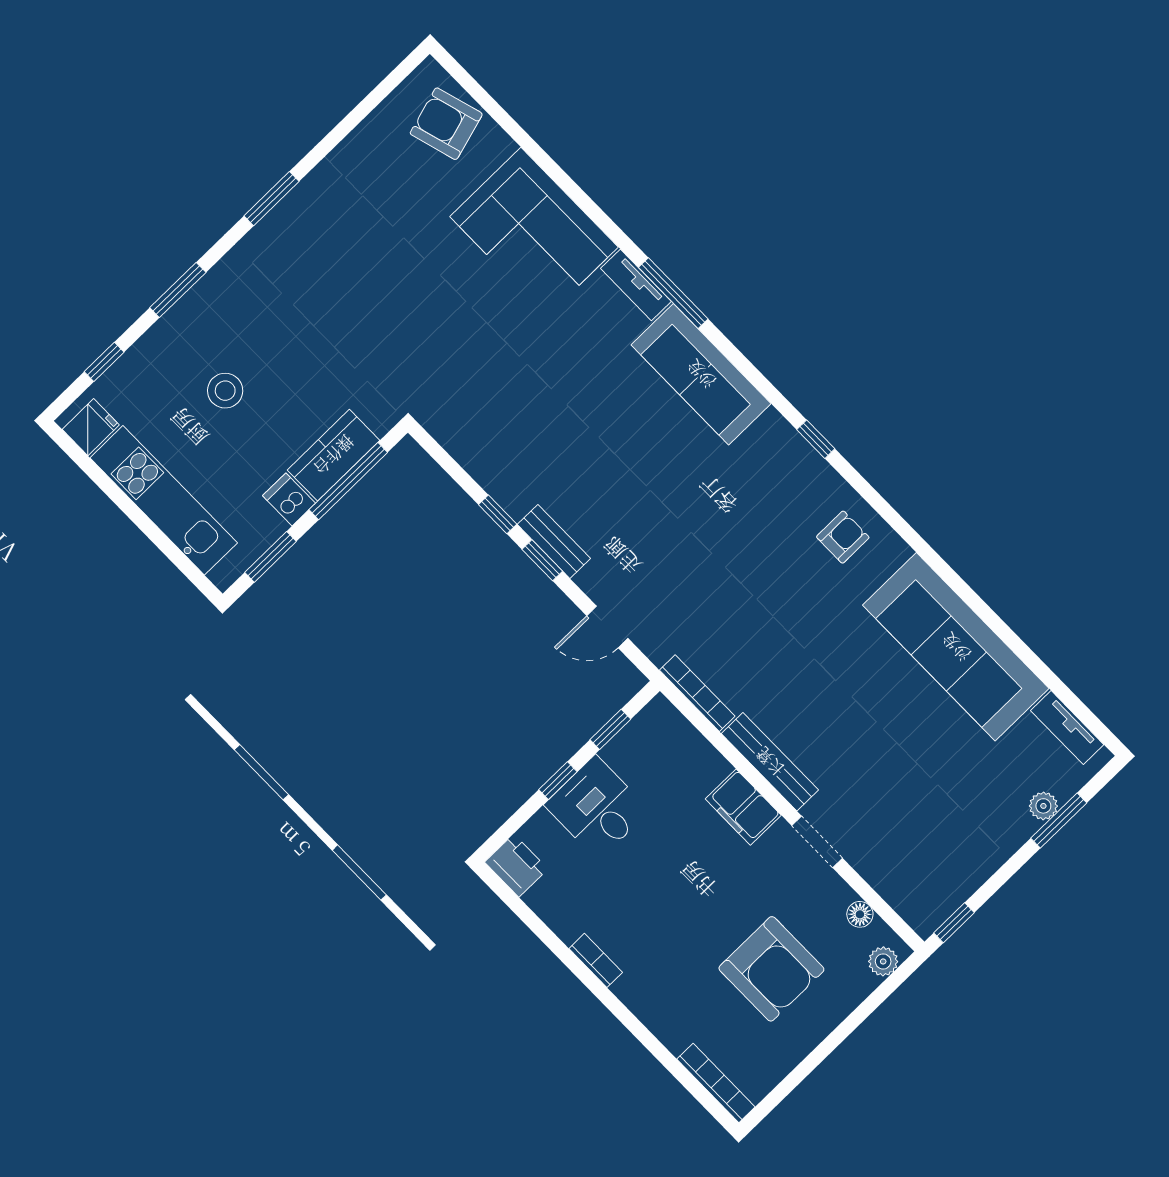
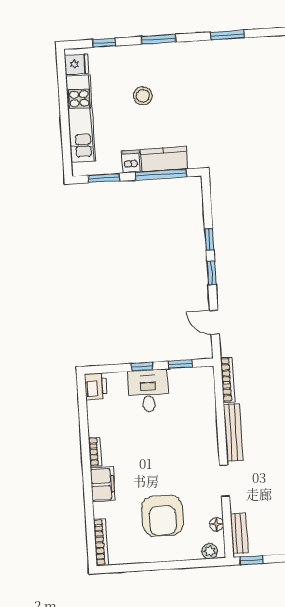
bench: (554, 541) -> (239, 533), moved
filing cabinet: (743, 807) -> (103, 484), moved, turned 180

